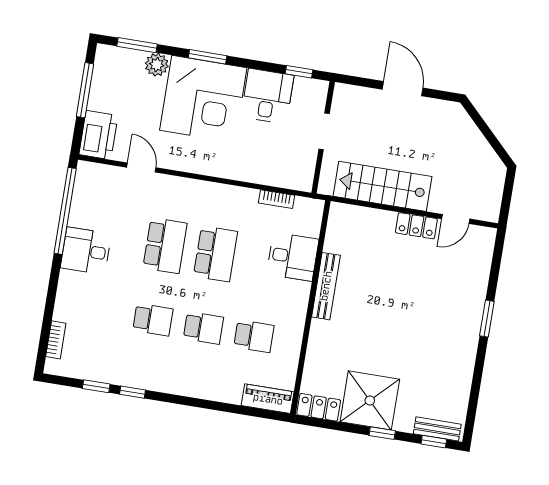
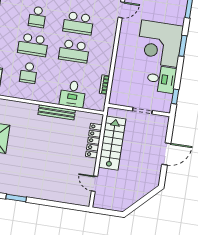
plant: (157, 65) -> (178, 18), removed
locker: (416, 226) -> (94, 141), moved, width x1.53
window: (487, 319) -> (16, 198), moved
school desk: (203, 328) -> (33, 45), width x1.85

